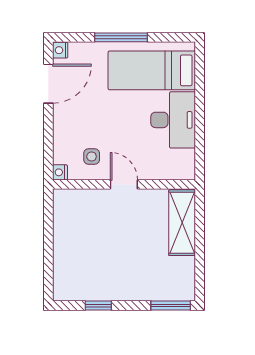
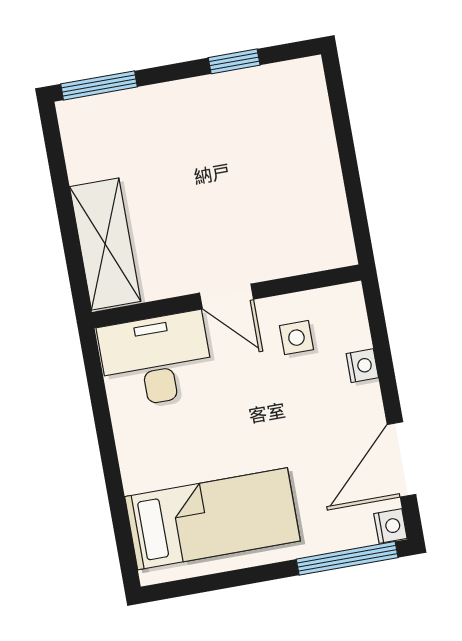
window: (121, 37) -> (347, 558), moved
desk: (173, 120) -> (156, 360), moved, turned 90
nightstand: (60, 172) -> (362, 366), moved

